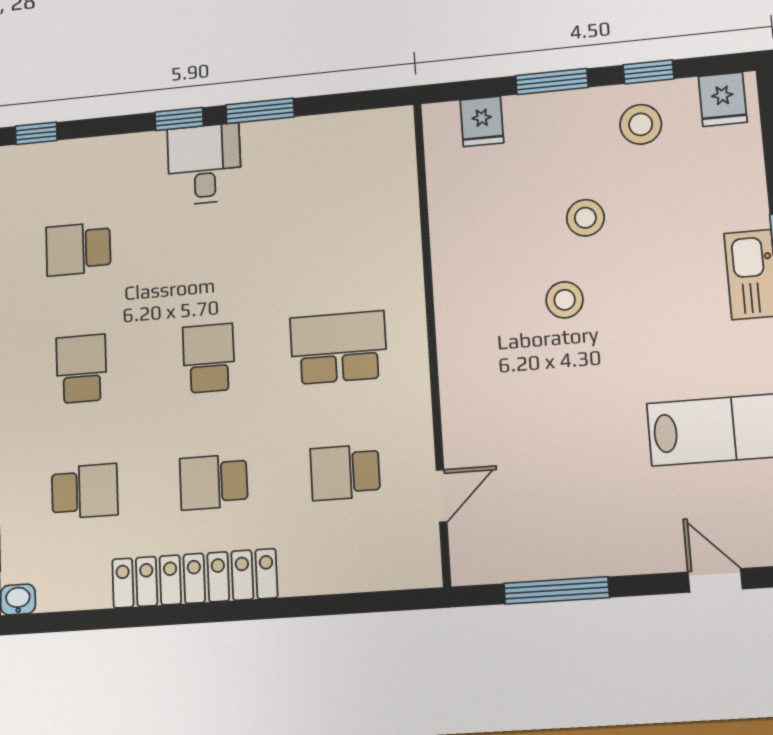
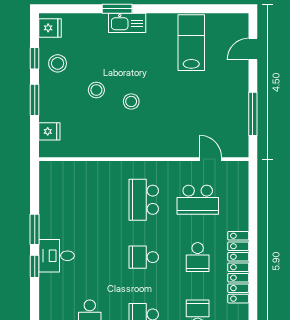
school desk: (345, 472) -> (198, 200), width x1.85

